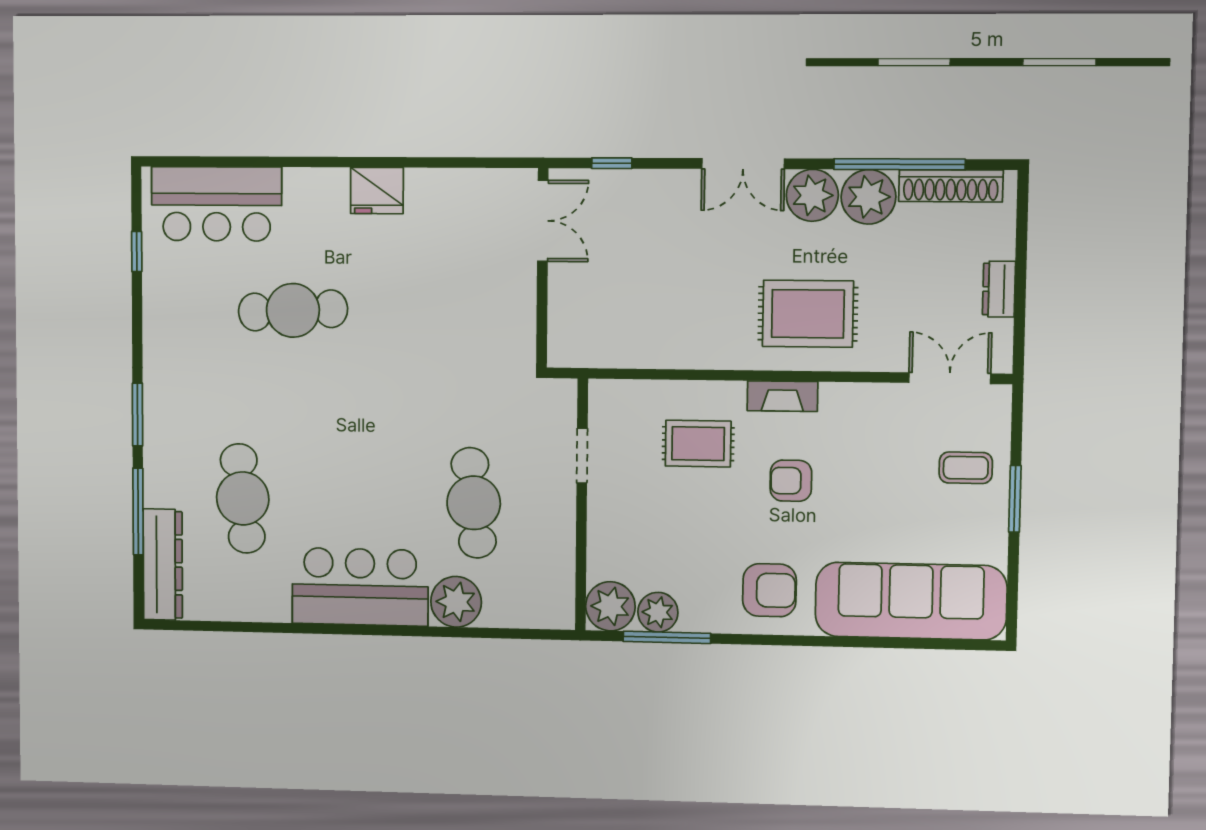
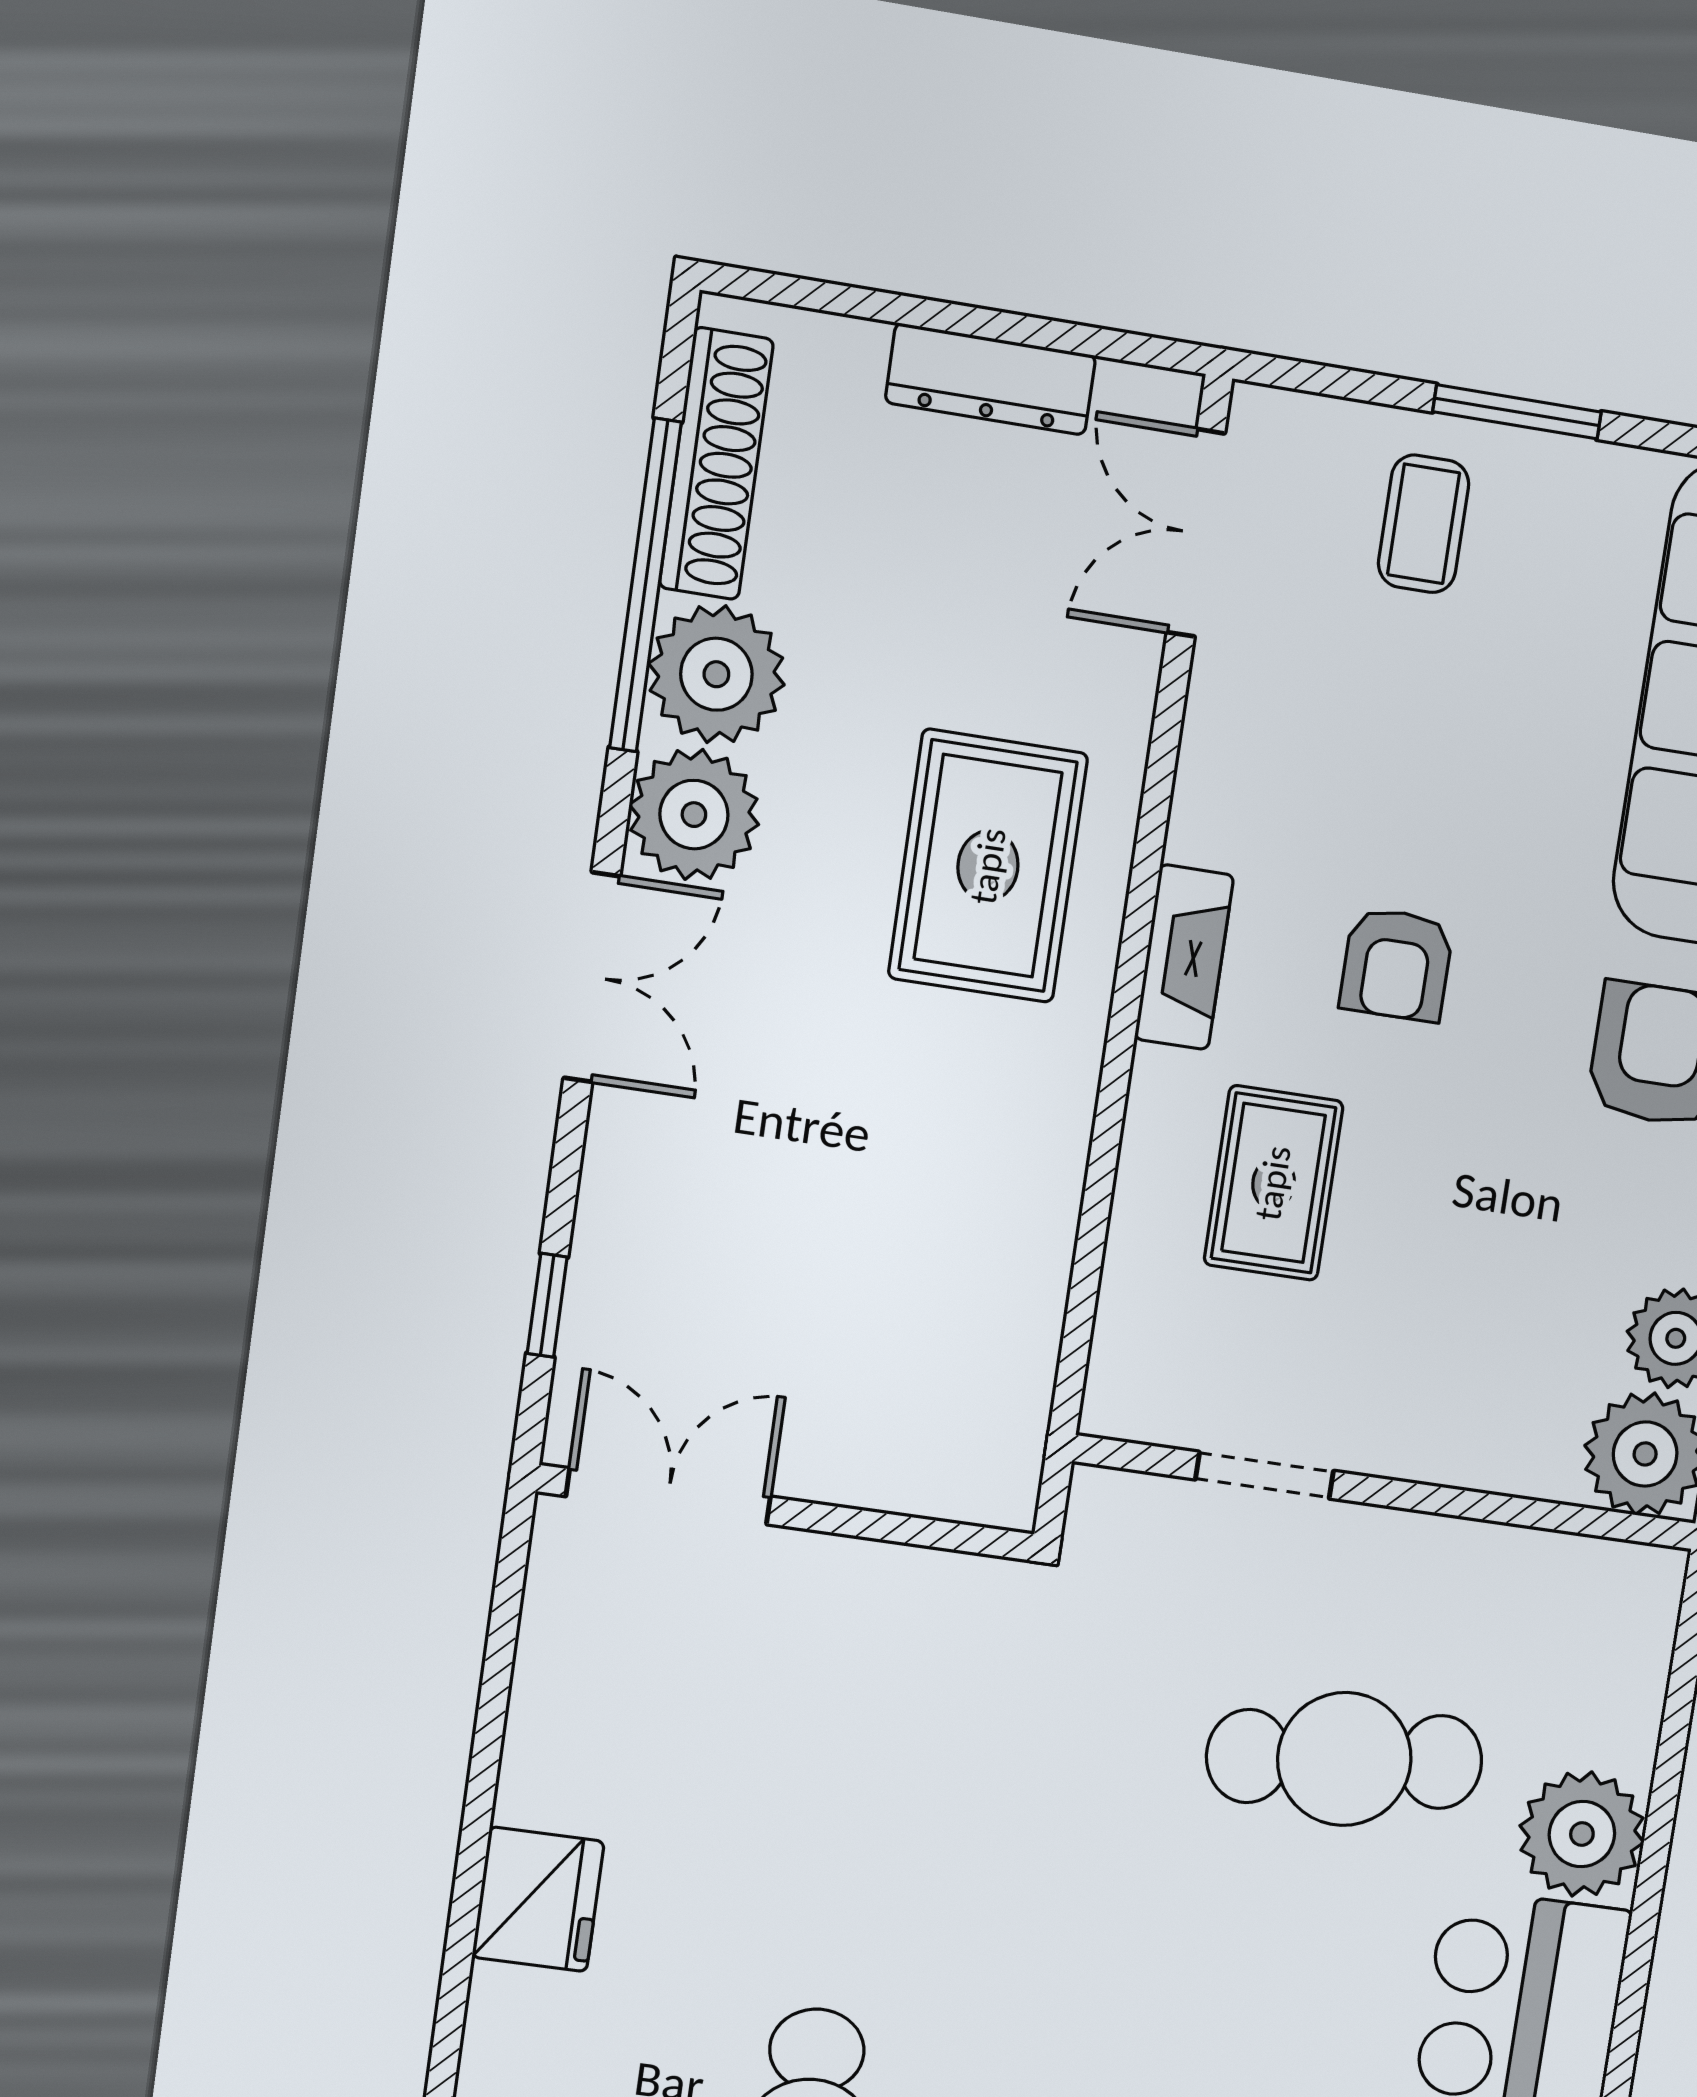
dresser: (999, 289) -> (990, 379), width x1.44

